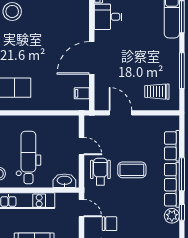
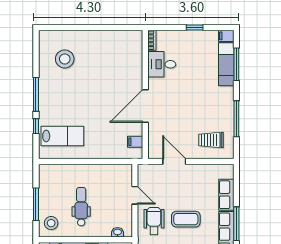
dental chair: (28, 157) -> (81, 207), width x0.73, depth x0.72
washbasin: (64, 181) -> (118, 232), width x0.52, depth x0.69

